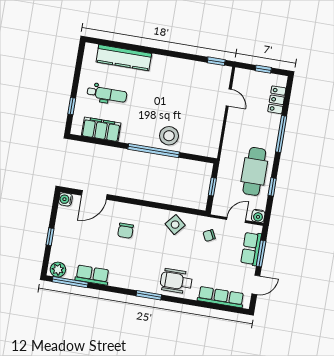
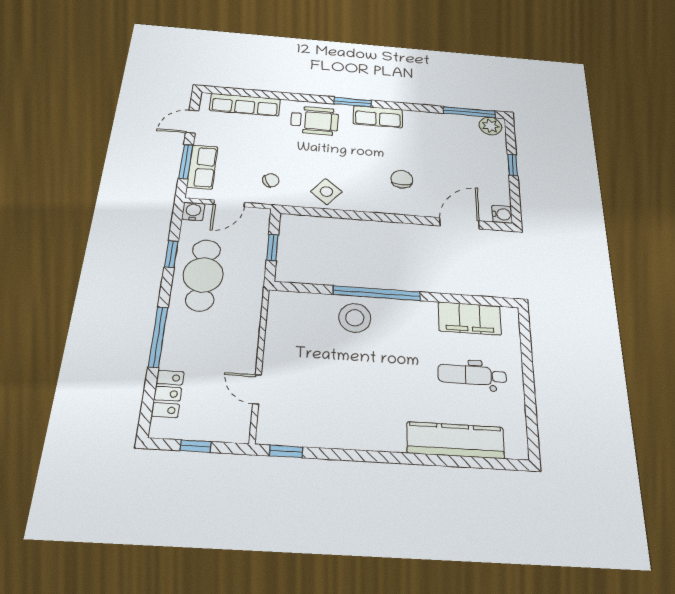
window: (72, 106) -> (526, 350), removed
row of seats: (92, 275) -> (378, 117), moved

